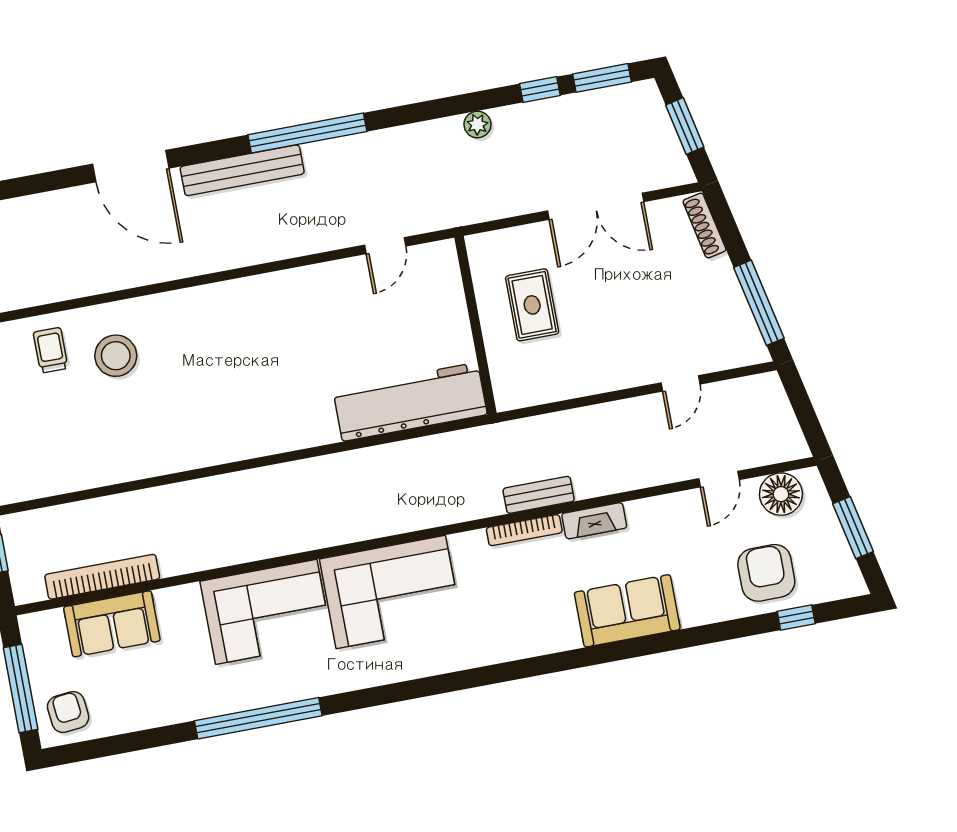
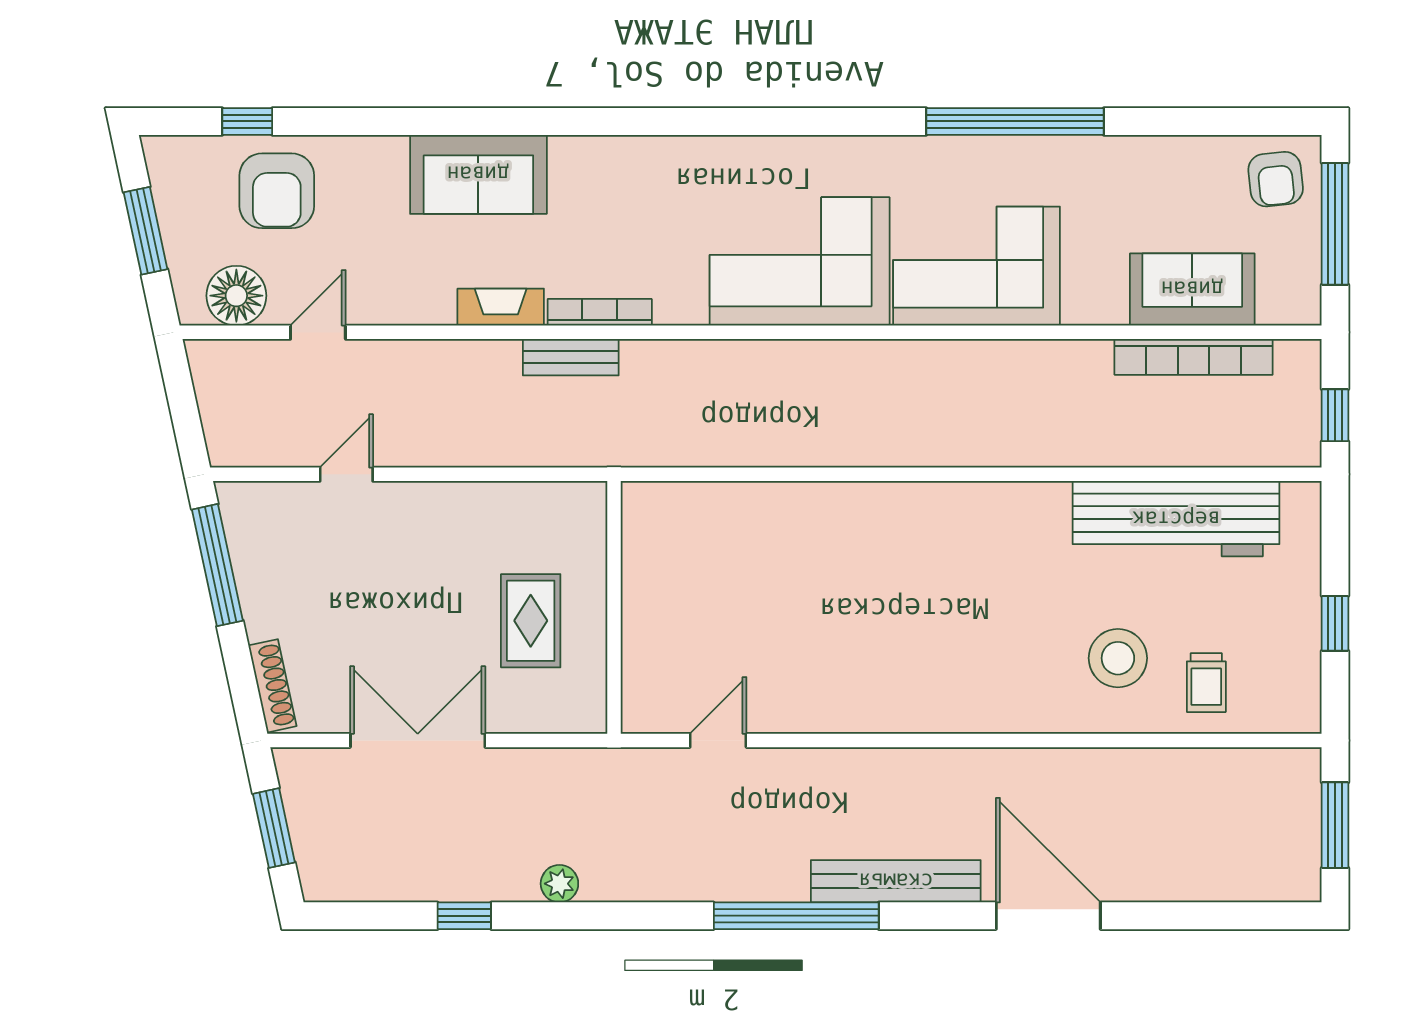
window: (602, 78) -> (376, 916), removed
workbench: (410, 402) -> (1176, 519), moved

